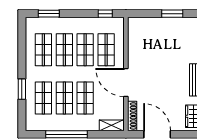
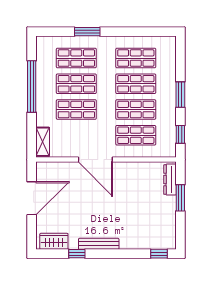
window: (49, 14) -> (180, 95), moved
window: (172, 14) -> (180, 198), moved
dresser: (142, 22) -> (170, 180), added
door: (126, 83) -> (95, 160), swing flipped
shoe rack: (132, 116) -> (54, 167), removed

